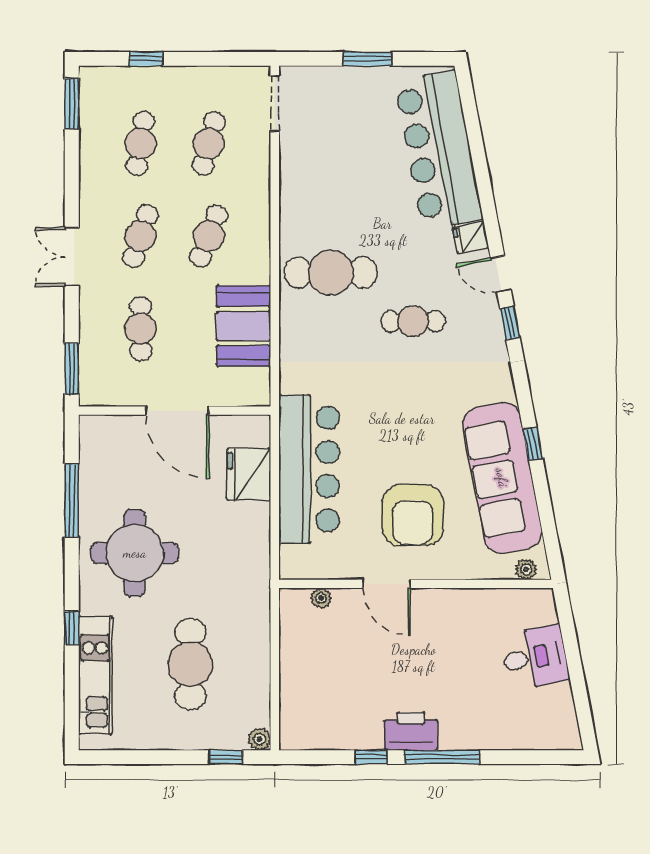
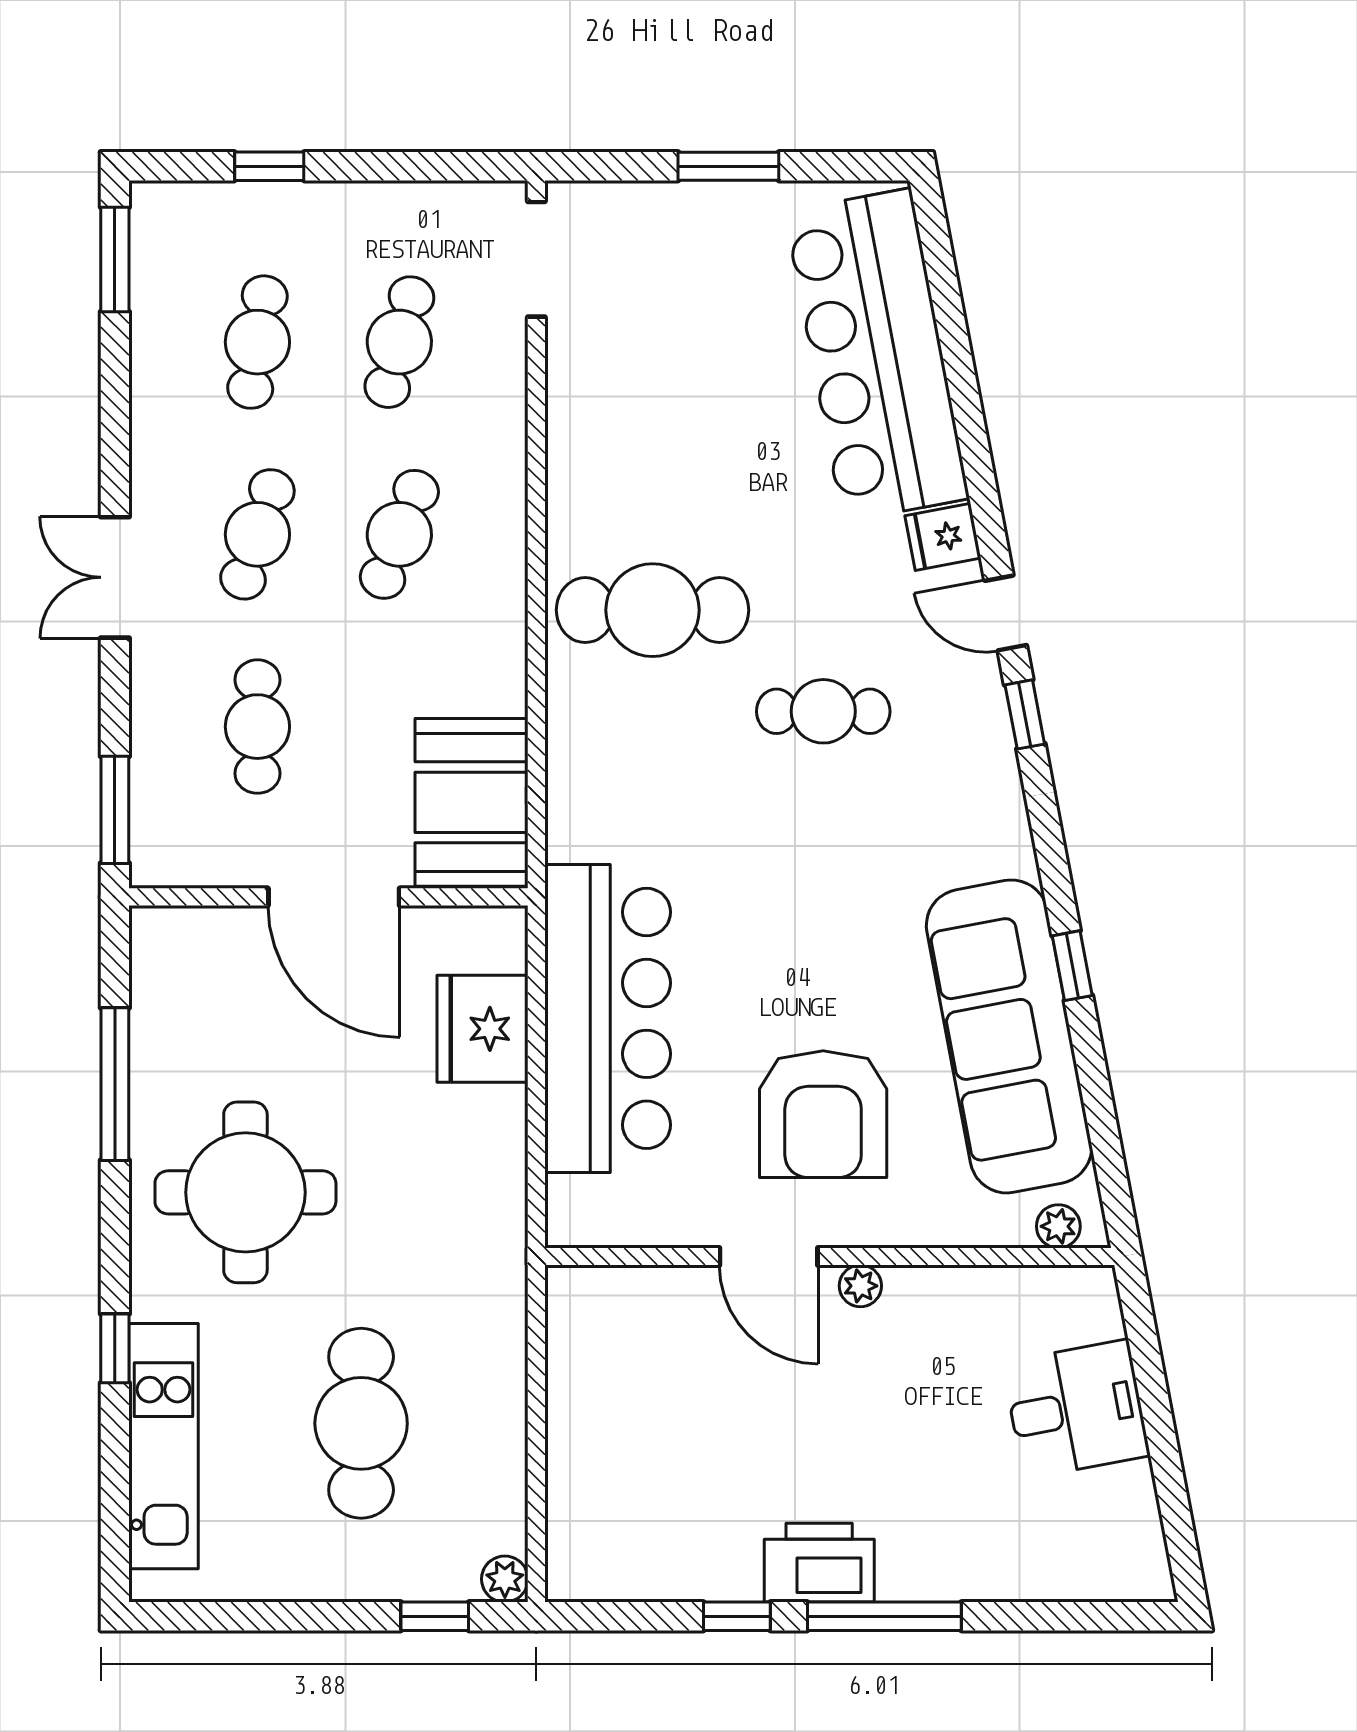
booth: (244, 326) -> (472, 802), moved
plant: (321, 598) -> (860, 1286), moved

